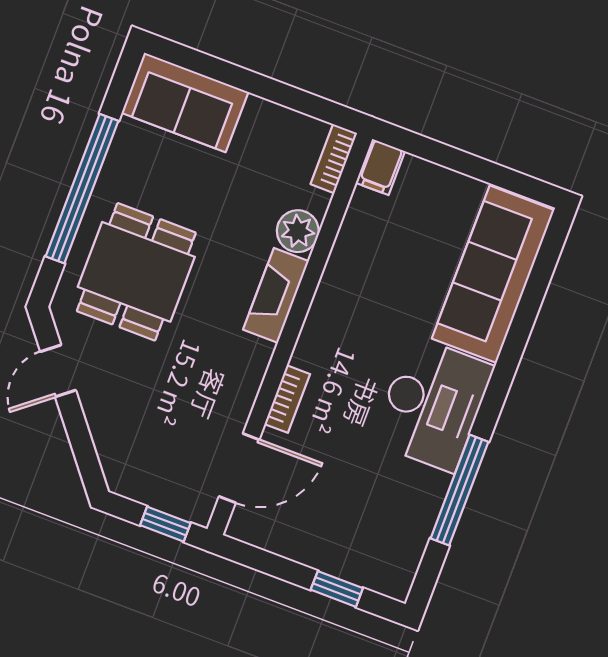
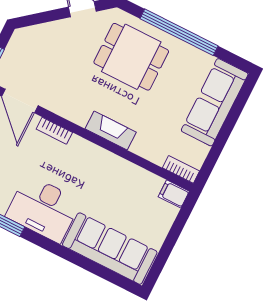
sofa: (185, 102) -> (215, 102), width x1.36
plant: (298, 231) -> (144, 146), removed

